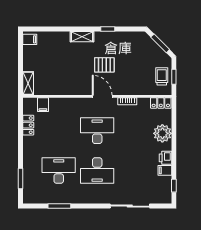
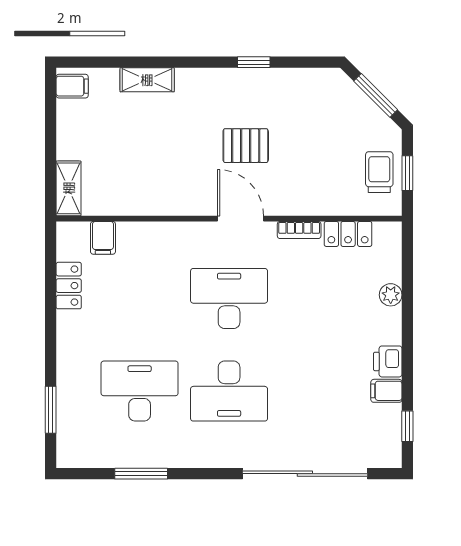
shelving: (82, 37) -> (147, 80), moved
locker: (161, 103) -> (348, 234), moved
plant: (162, 133) -> (391, 295), width x0.53, depth x0.53
sliding door: (130, 206) -> (305, 474), width x1.36

